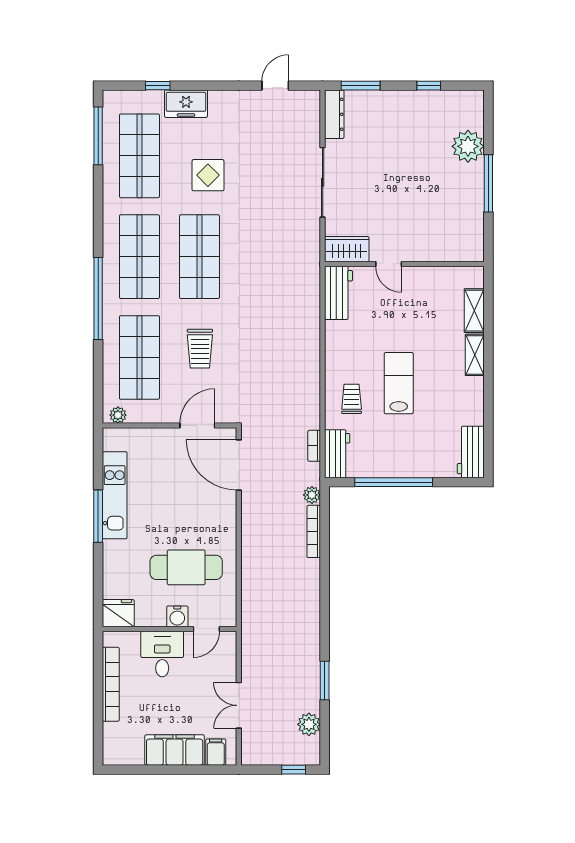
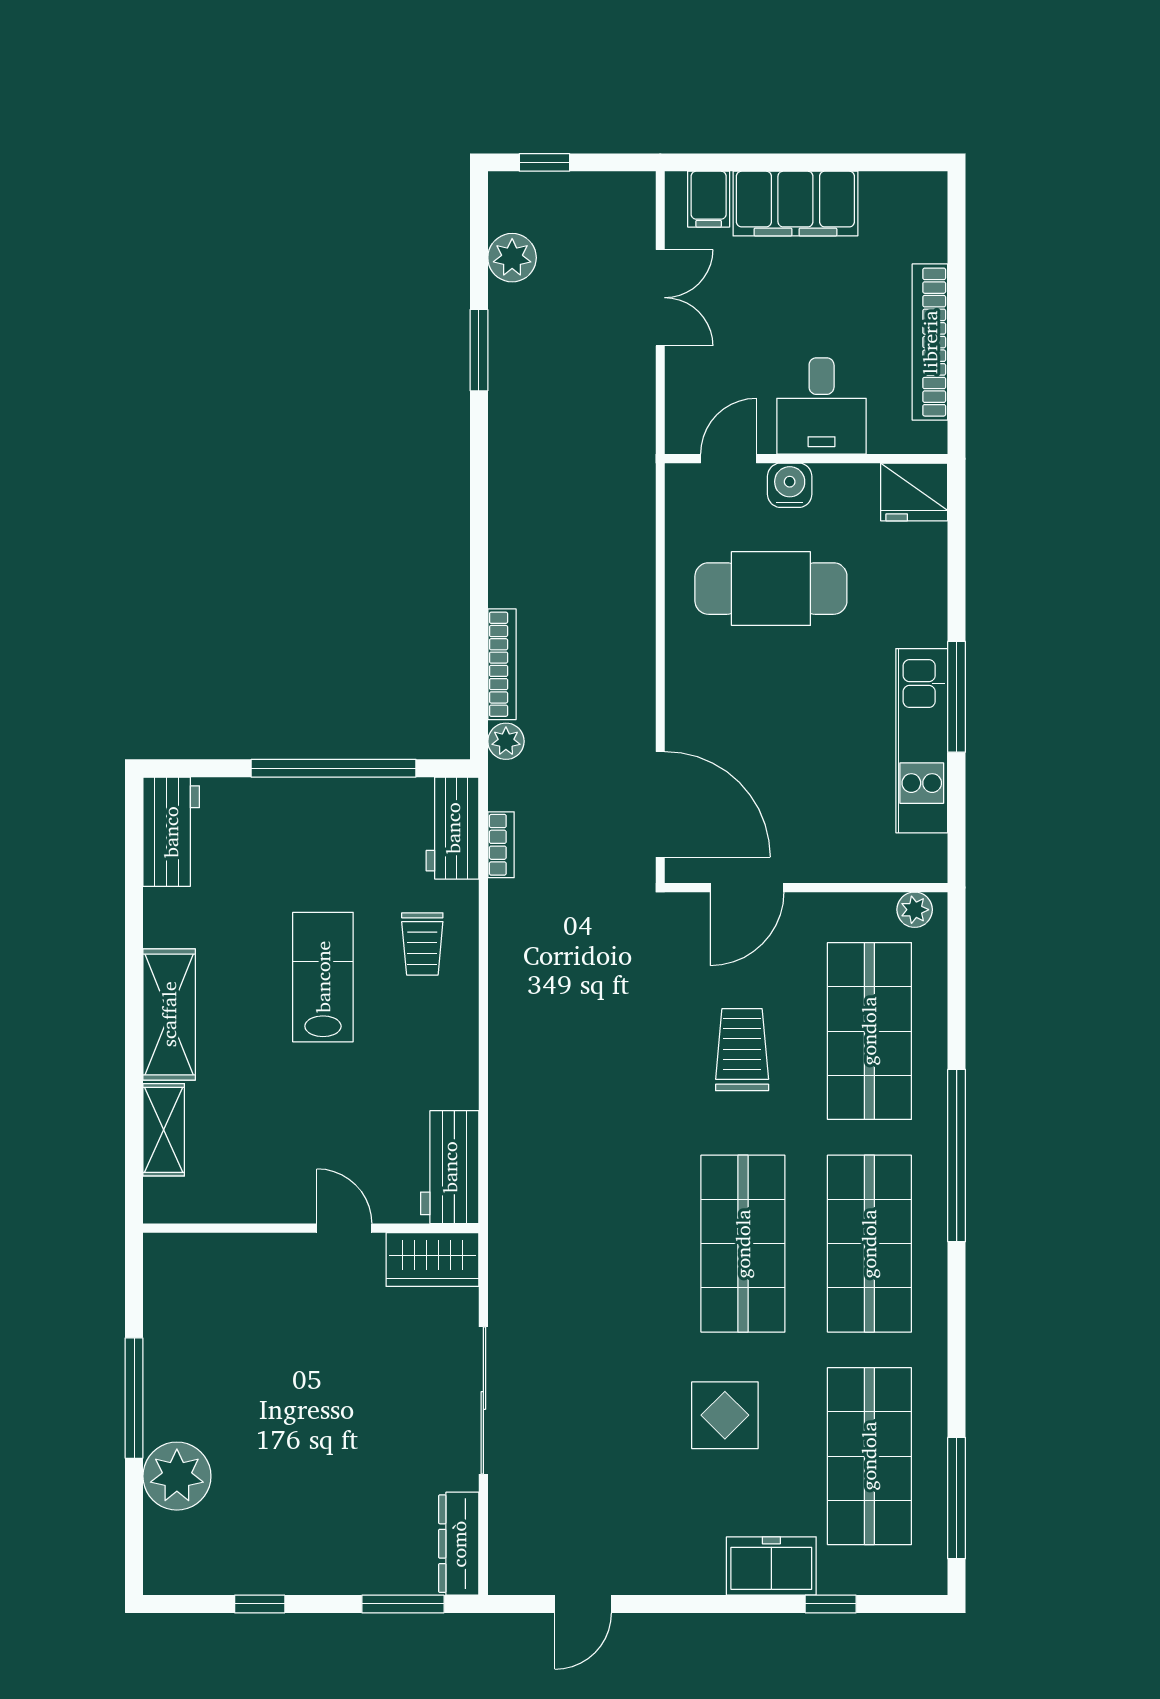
shelving: (475, 355) -> (169, 1014), width x1.50, depth x1.33
lab bench: (399, 383) -> (323, 977), turned 180

